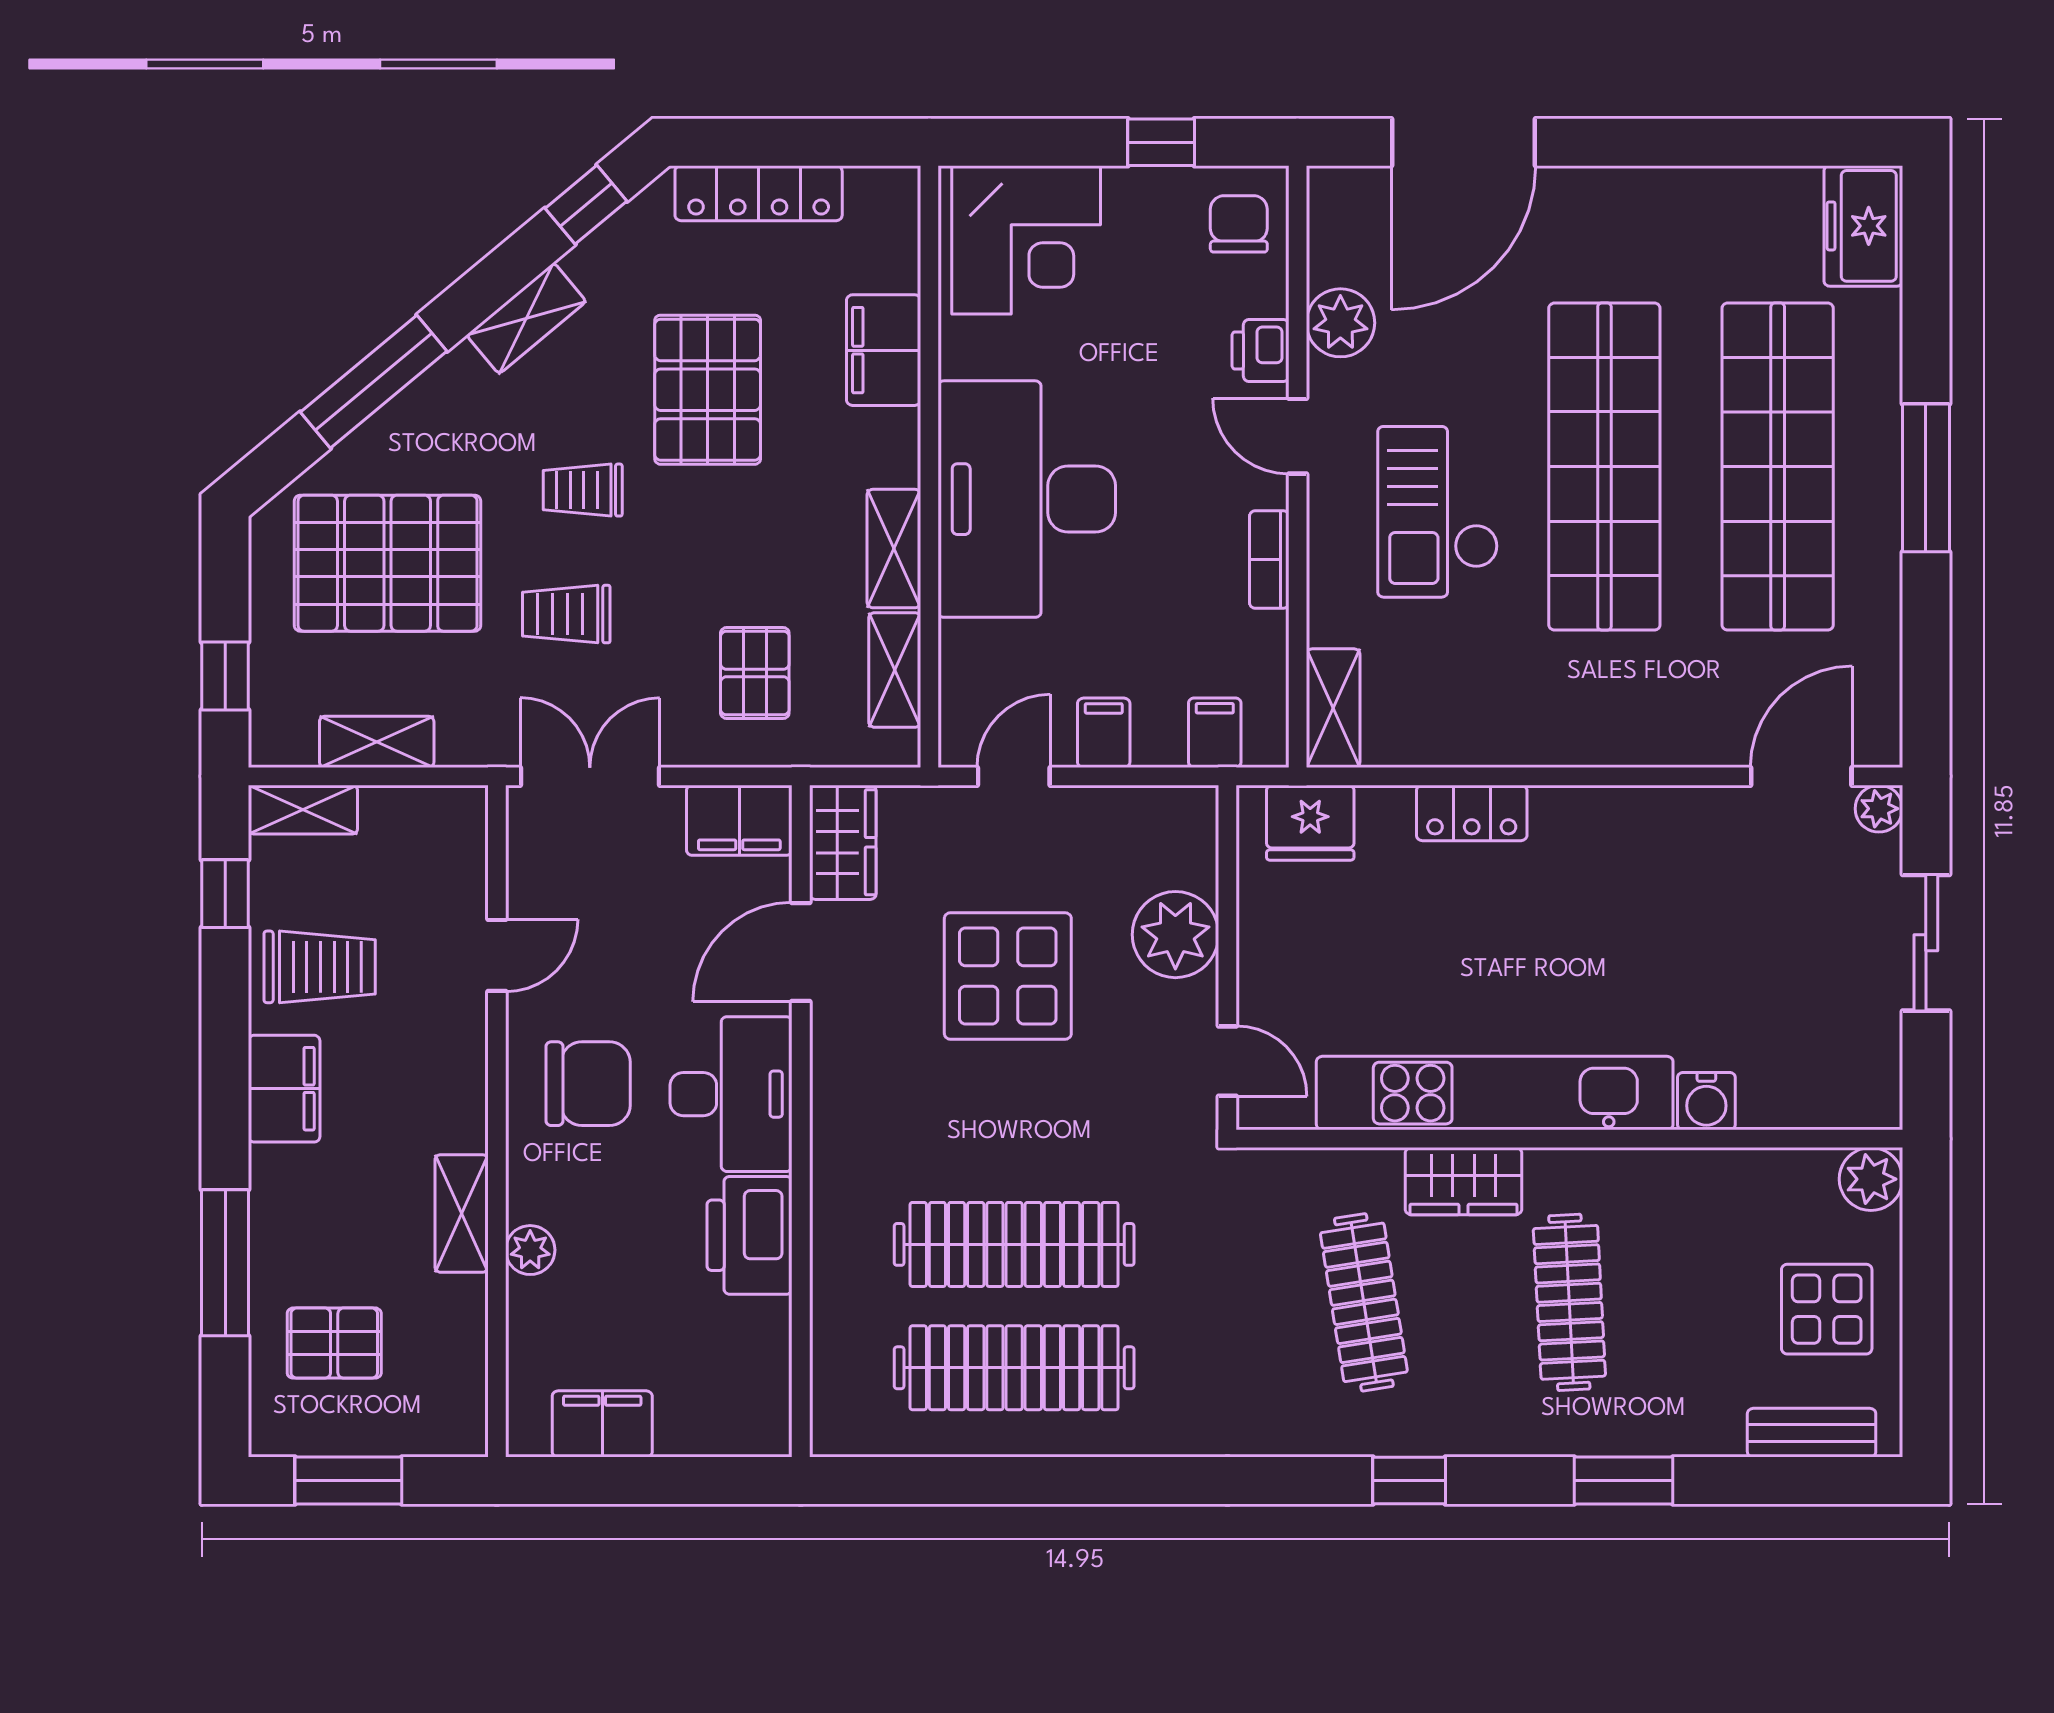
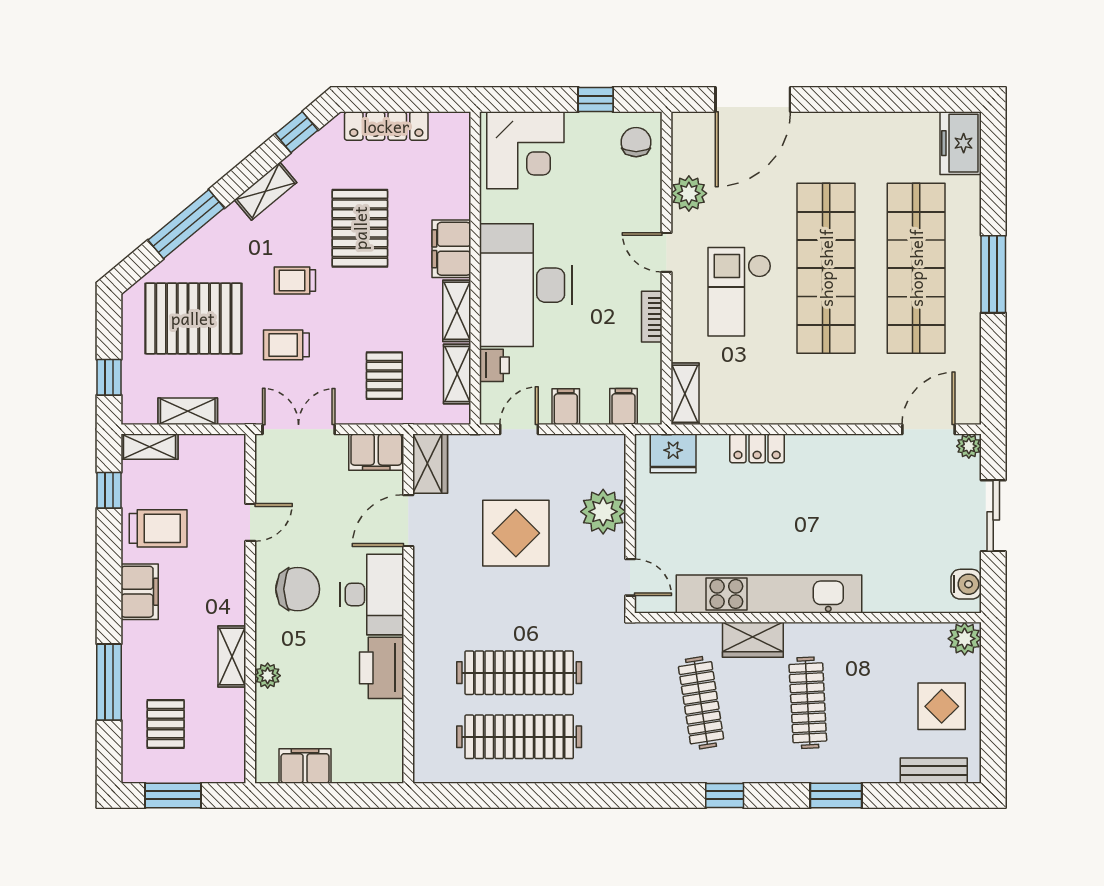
filing cabinet: (884, 350) -> (451, 249), moved
printer: (1260, 350) -> (494, 365), moved, turned 180
water cooler: (1706, 1101) -> (966, 584), moved, turned -90
pallet: (334, 1343) -> (166, 724), turned 90

